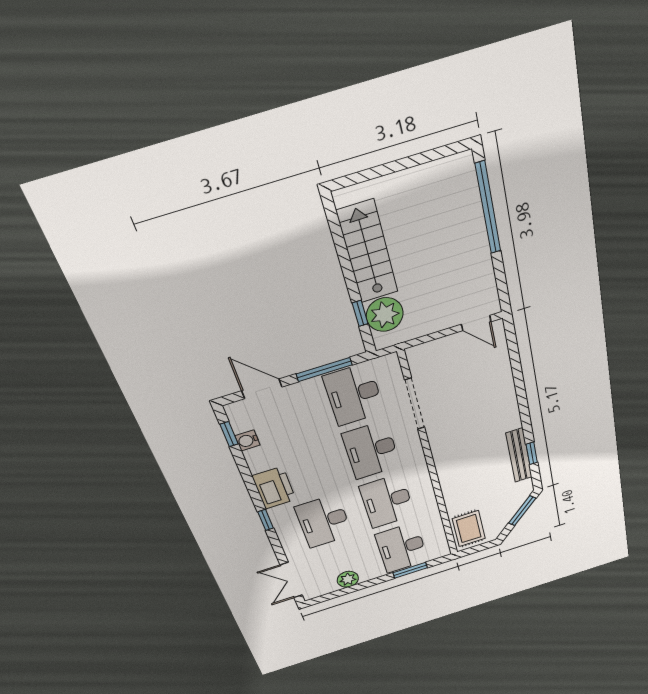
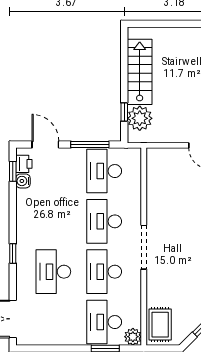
doorway: (415, 404) -> (144, 247), moved
printer: (274, 488) -> (24, 164), moved, width x0.53, depth x0.68
plant: (348, 579) -> (133, 337), moved

